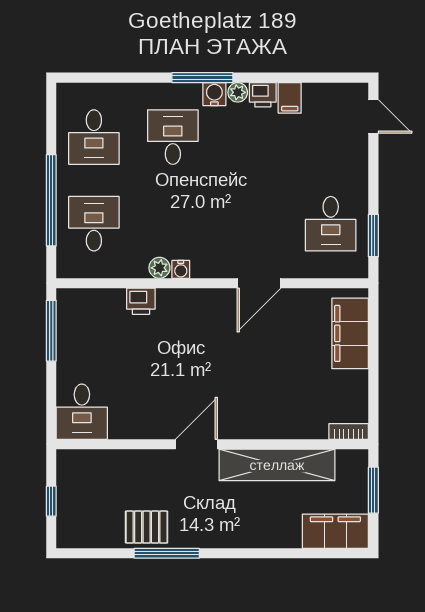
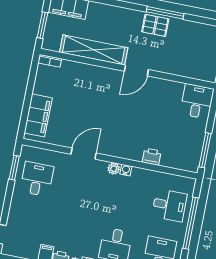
desk: (94, 224) -> (169, 205), turned -90
plant: (159, 268) -> (114, 169), moved
pallet: (147, 527) -> (155, 25), moved

